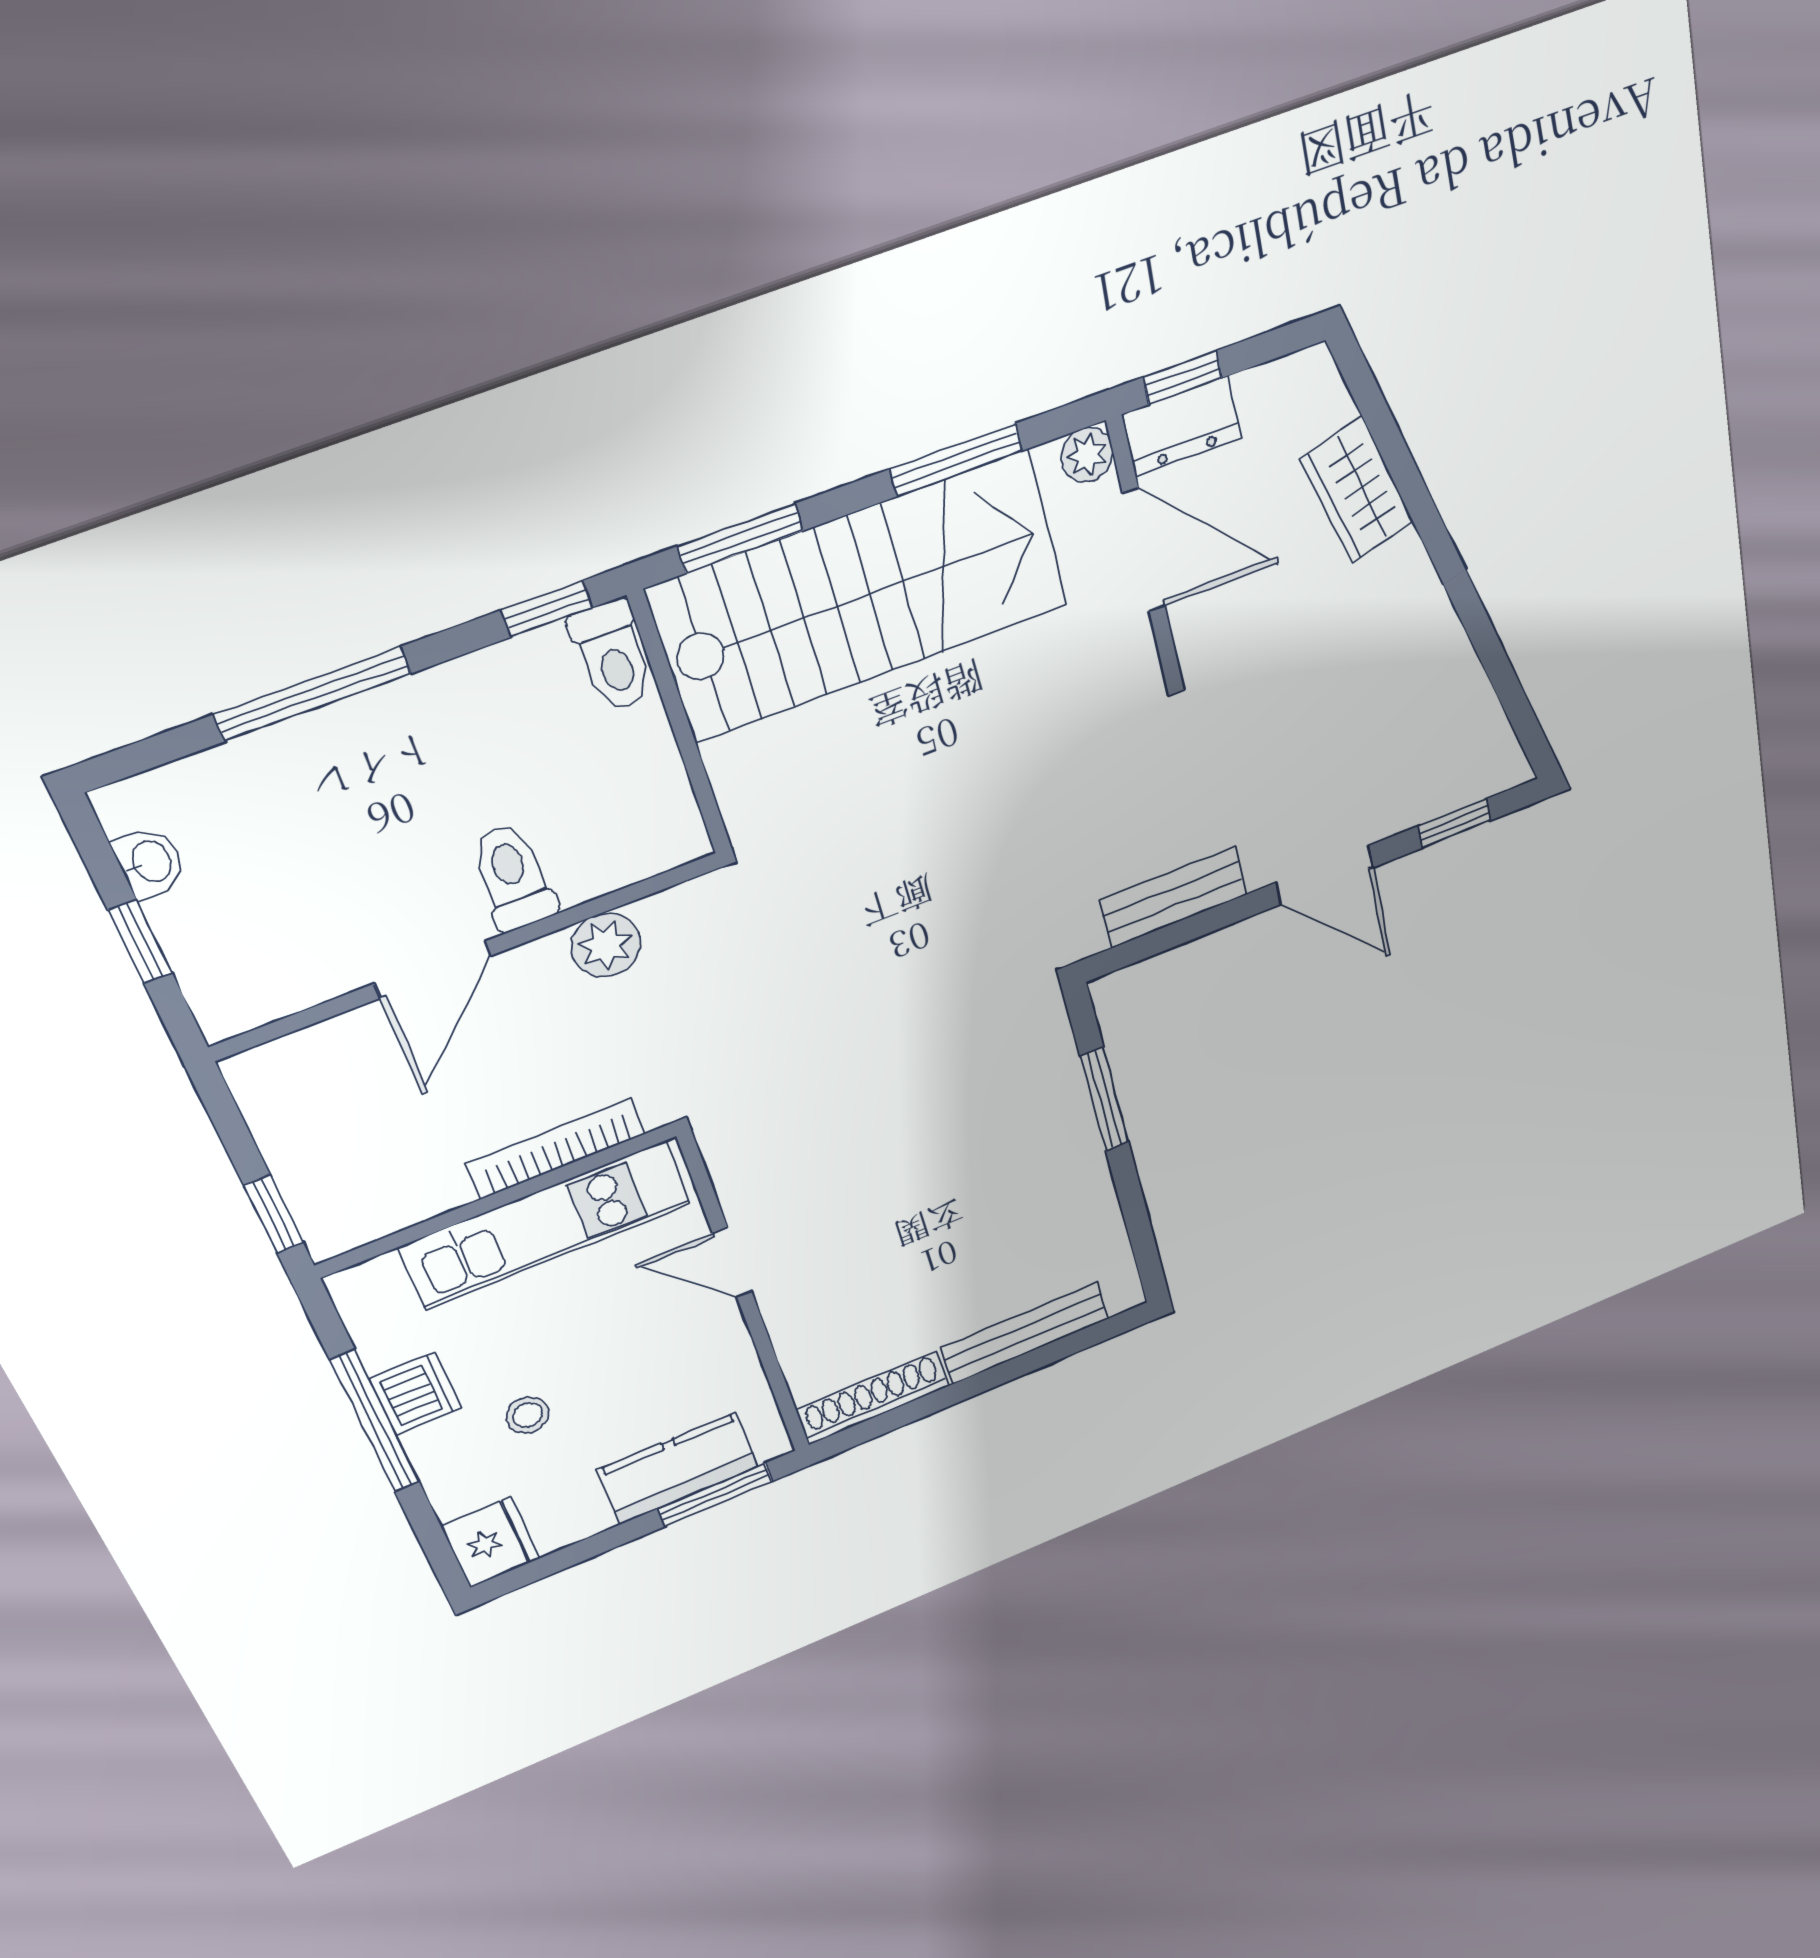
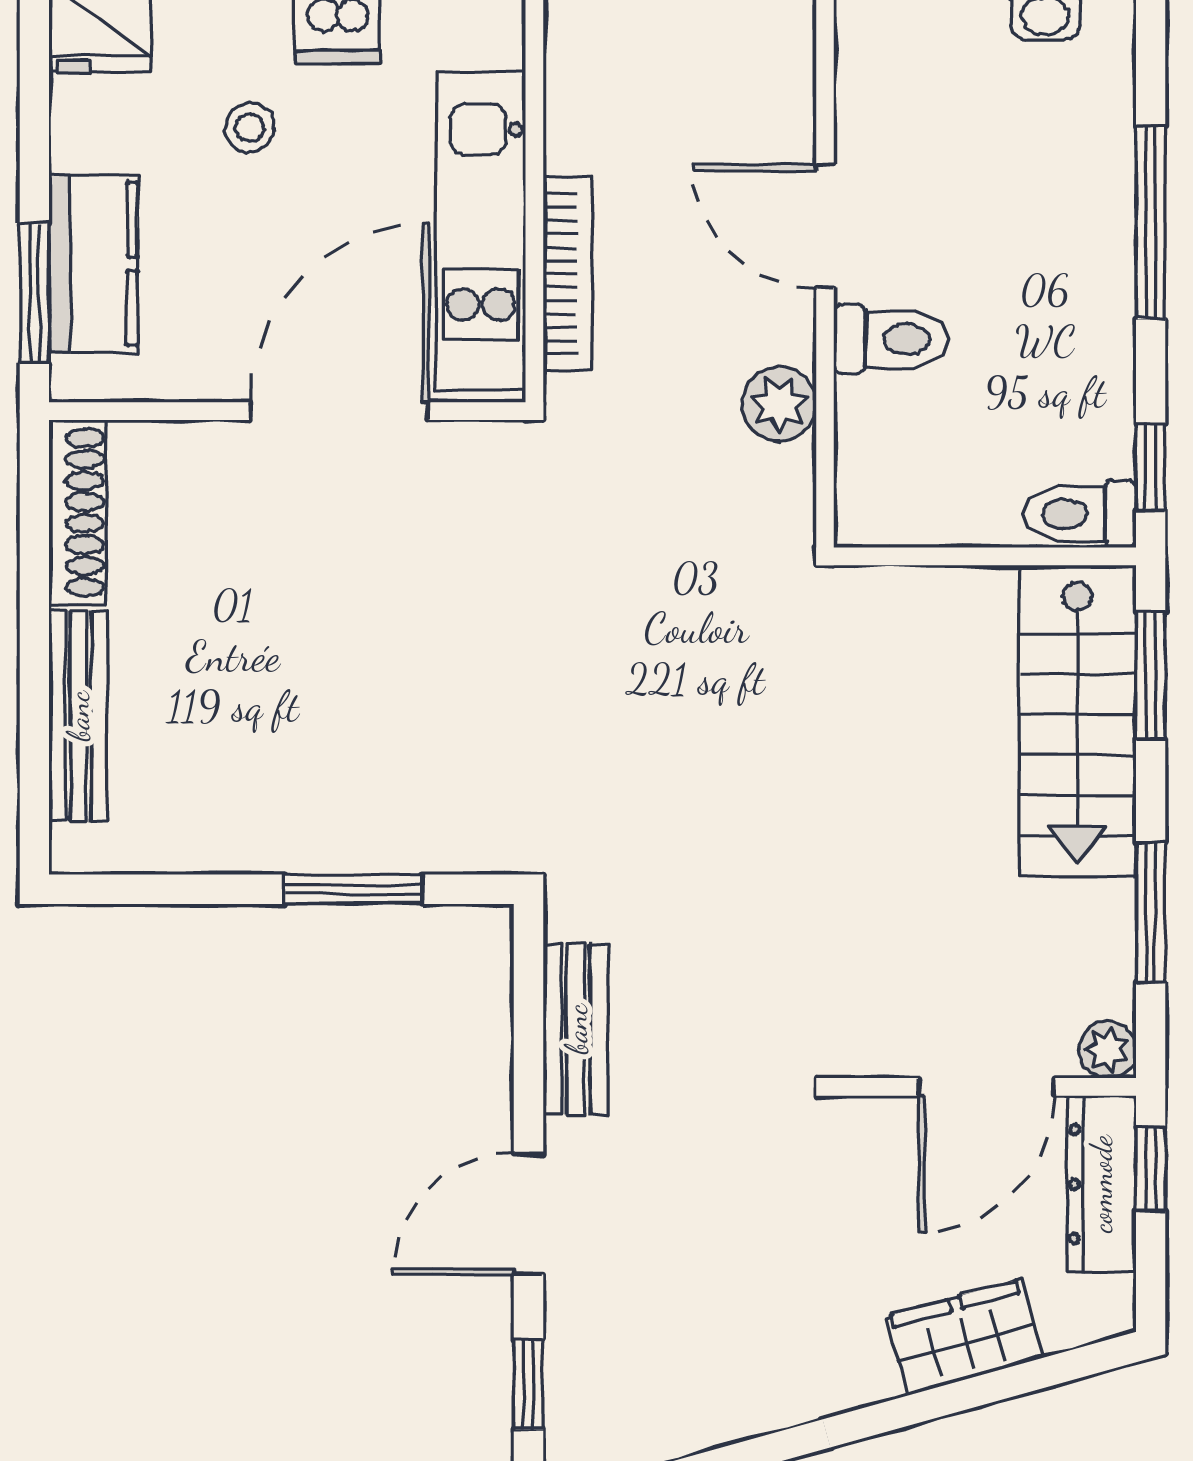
dresser: (1182, 426) -> (1101, 1184), width x1.44
stairs: (861, 597) -> (1077, 721), width x0.73, depth x0.66
door: (732, 1262) -> (339, 411), width x1.87

